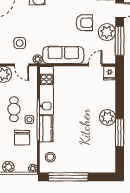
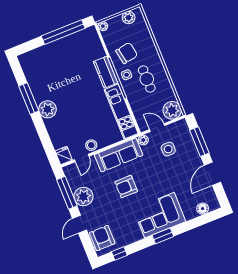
armchair: (84, 23) -> (126, 187), moved
chair: (22, 138) -> (127, 53), turned 80
stool: (50, 157) -> (91, 145), moved

